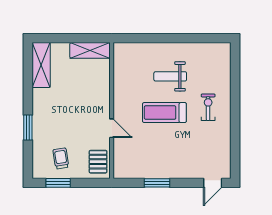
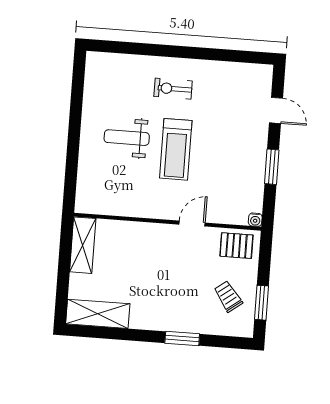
weight bench: (170, 76) -> (127, 138), turned 90
trolley: (61, 158) -> (228, 296), turned 62
water cooler: (118, 174) -> (255, 220), added
door: (213, 183) -> (276, 110), moved

